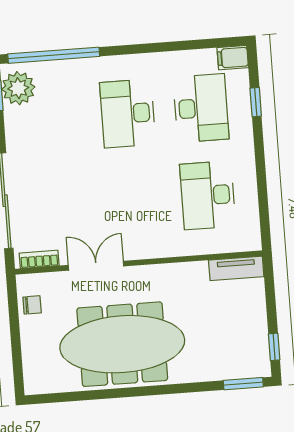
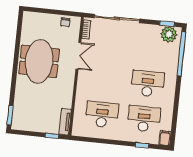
desk: (201, 108) -> (144, 119), turned 180
meeting table: (122, 344) -> (39, 61), width x0.73
window: (274, 347) -> (52, 136), moved

